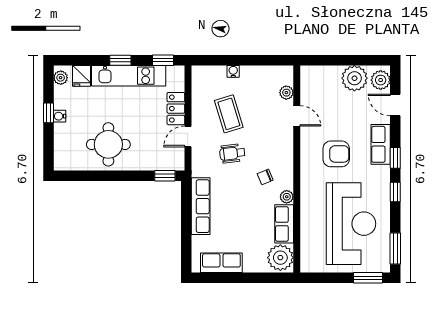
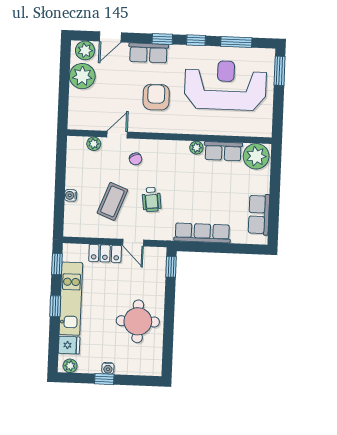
coffee table: (229, 114) -> (112, 201), turned -52
chair: (265, 177) -> (136, 159), moved
window: (395, 248) -> (236, 42), moved

